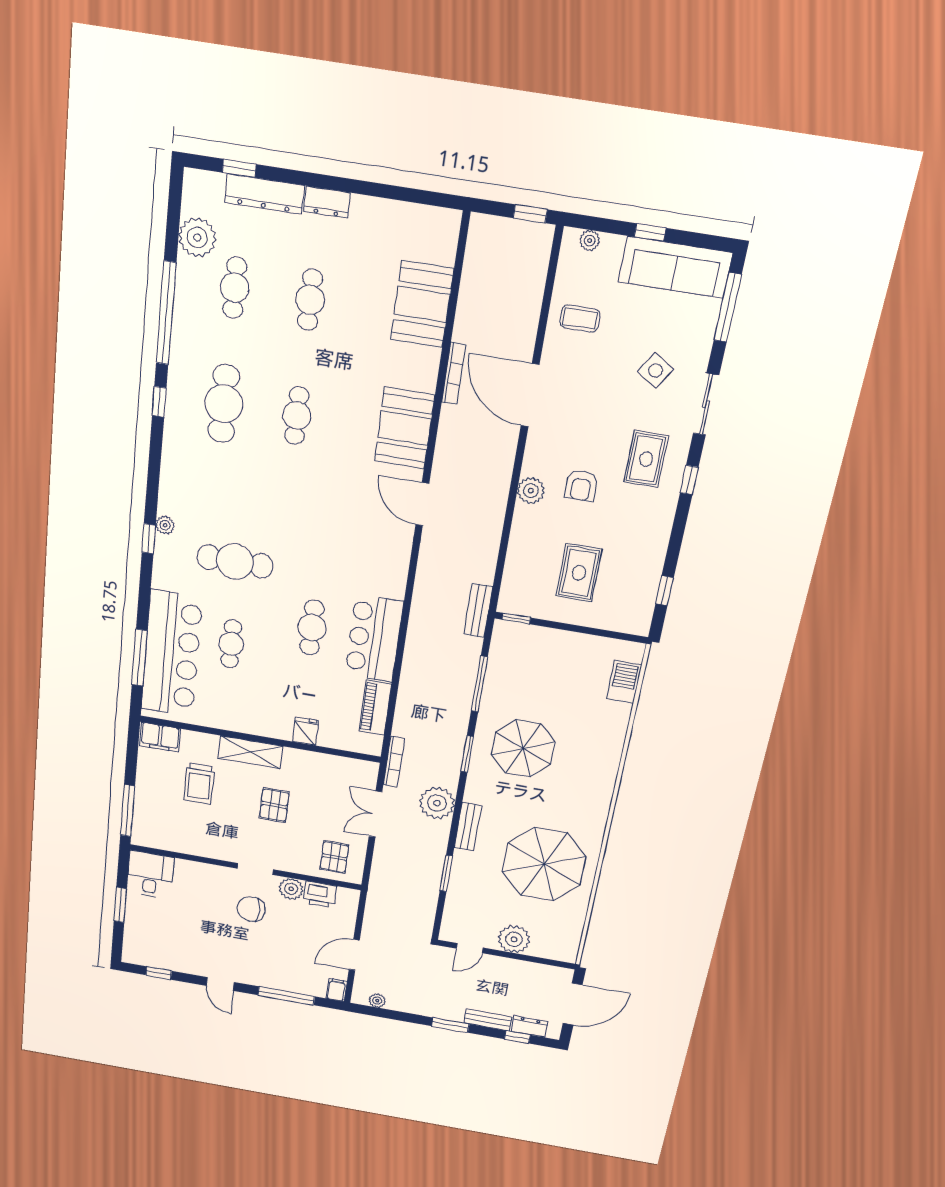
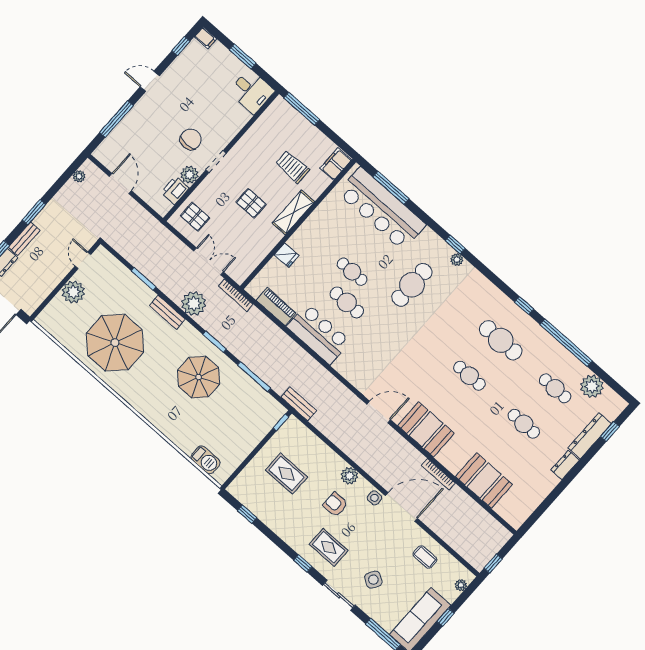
coffee table: (580, 319) -> (425, 557), turned 90
side table: (540, 439) -> (375, 498), added
cafe table: (231, 644) -> (352, 272), moved
filing cabinet: (337, 990) -> (205, 38), moved

